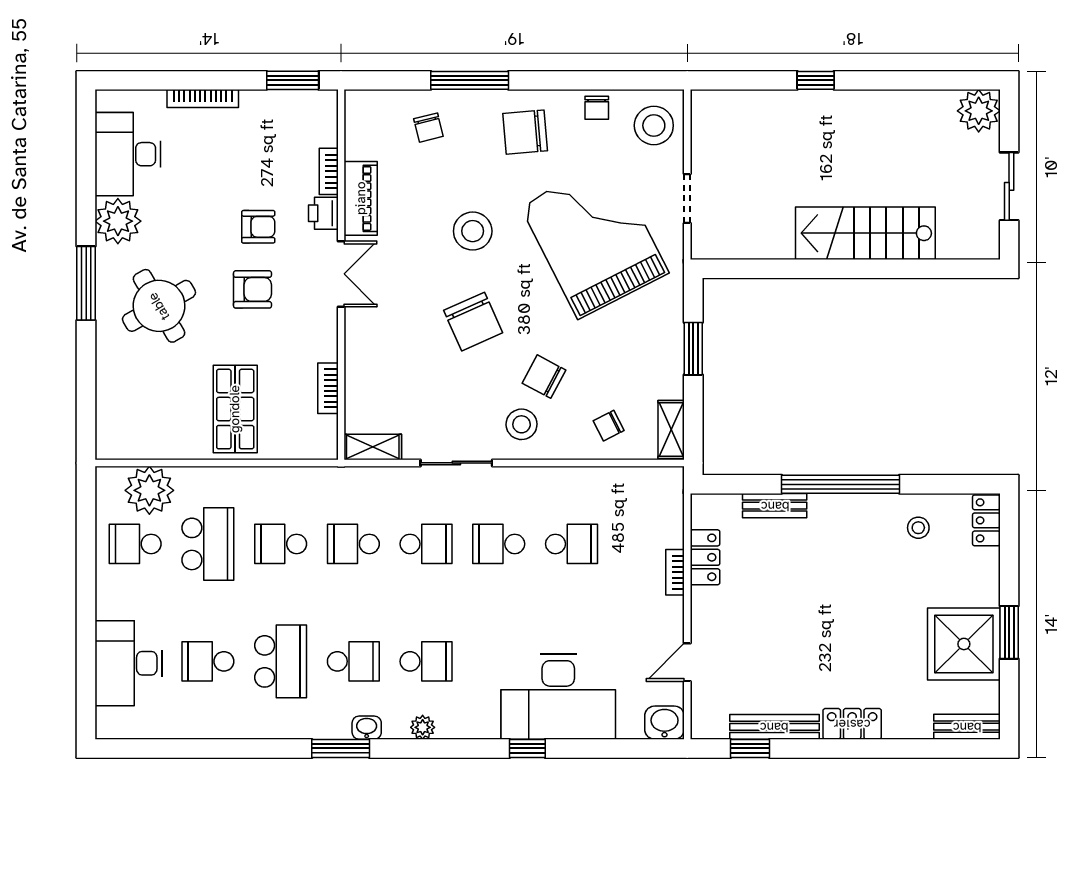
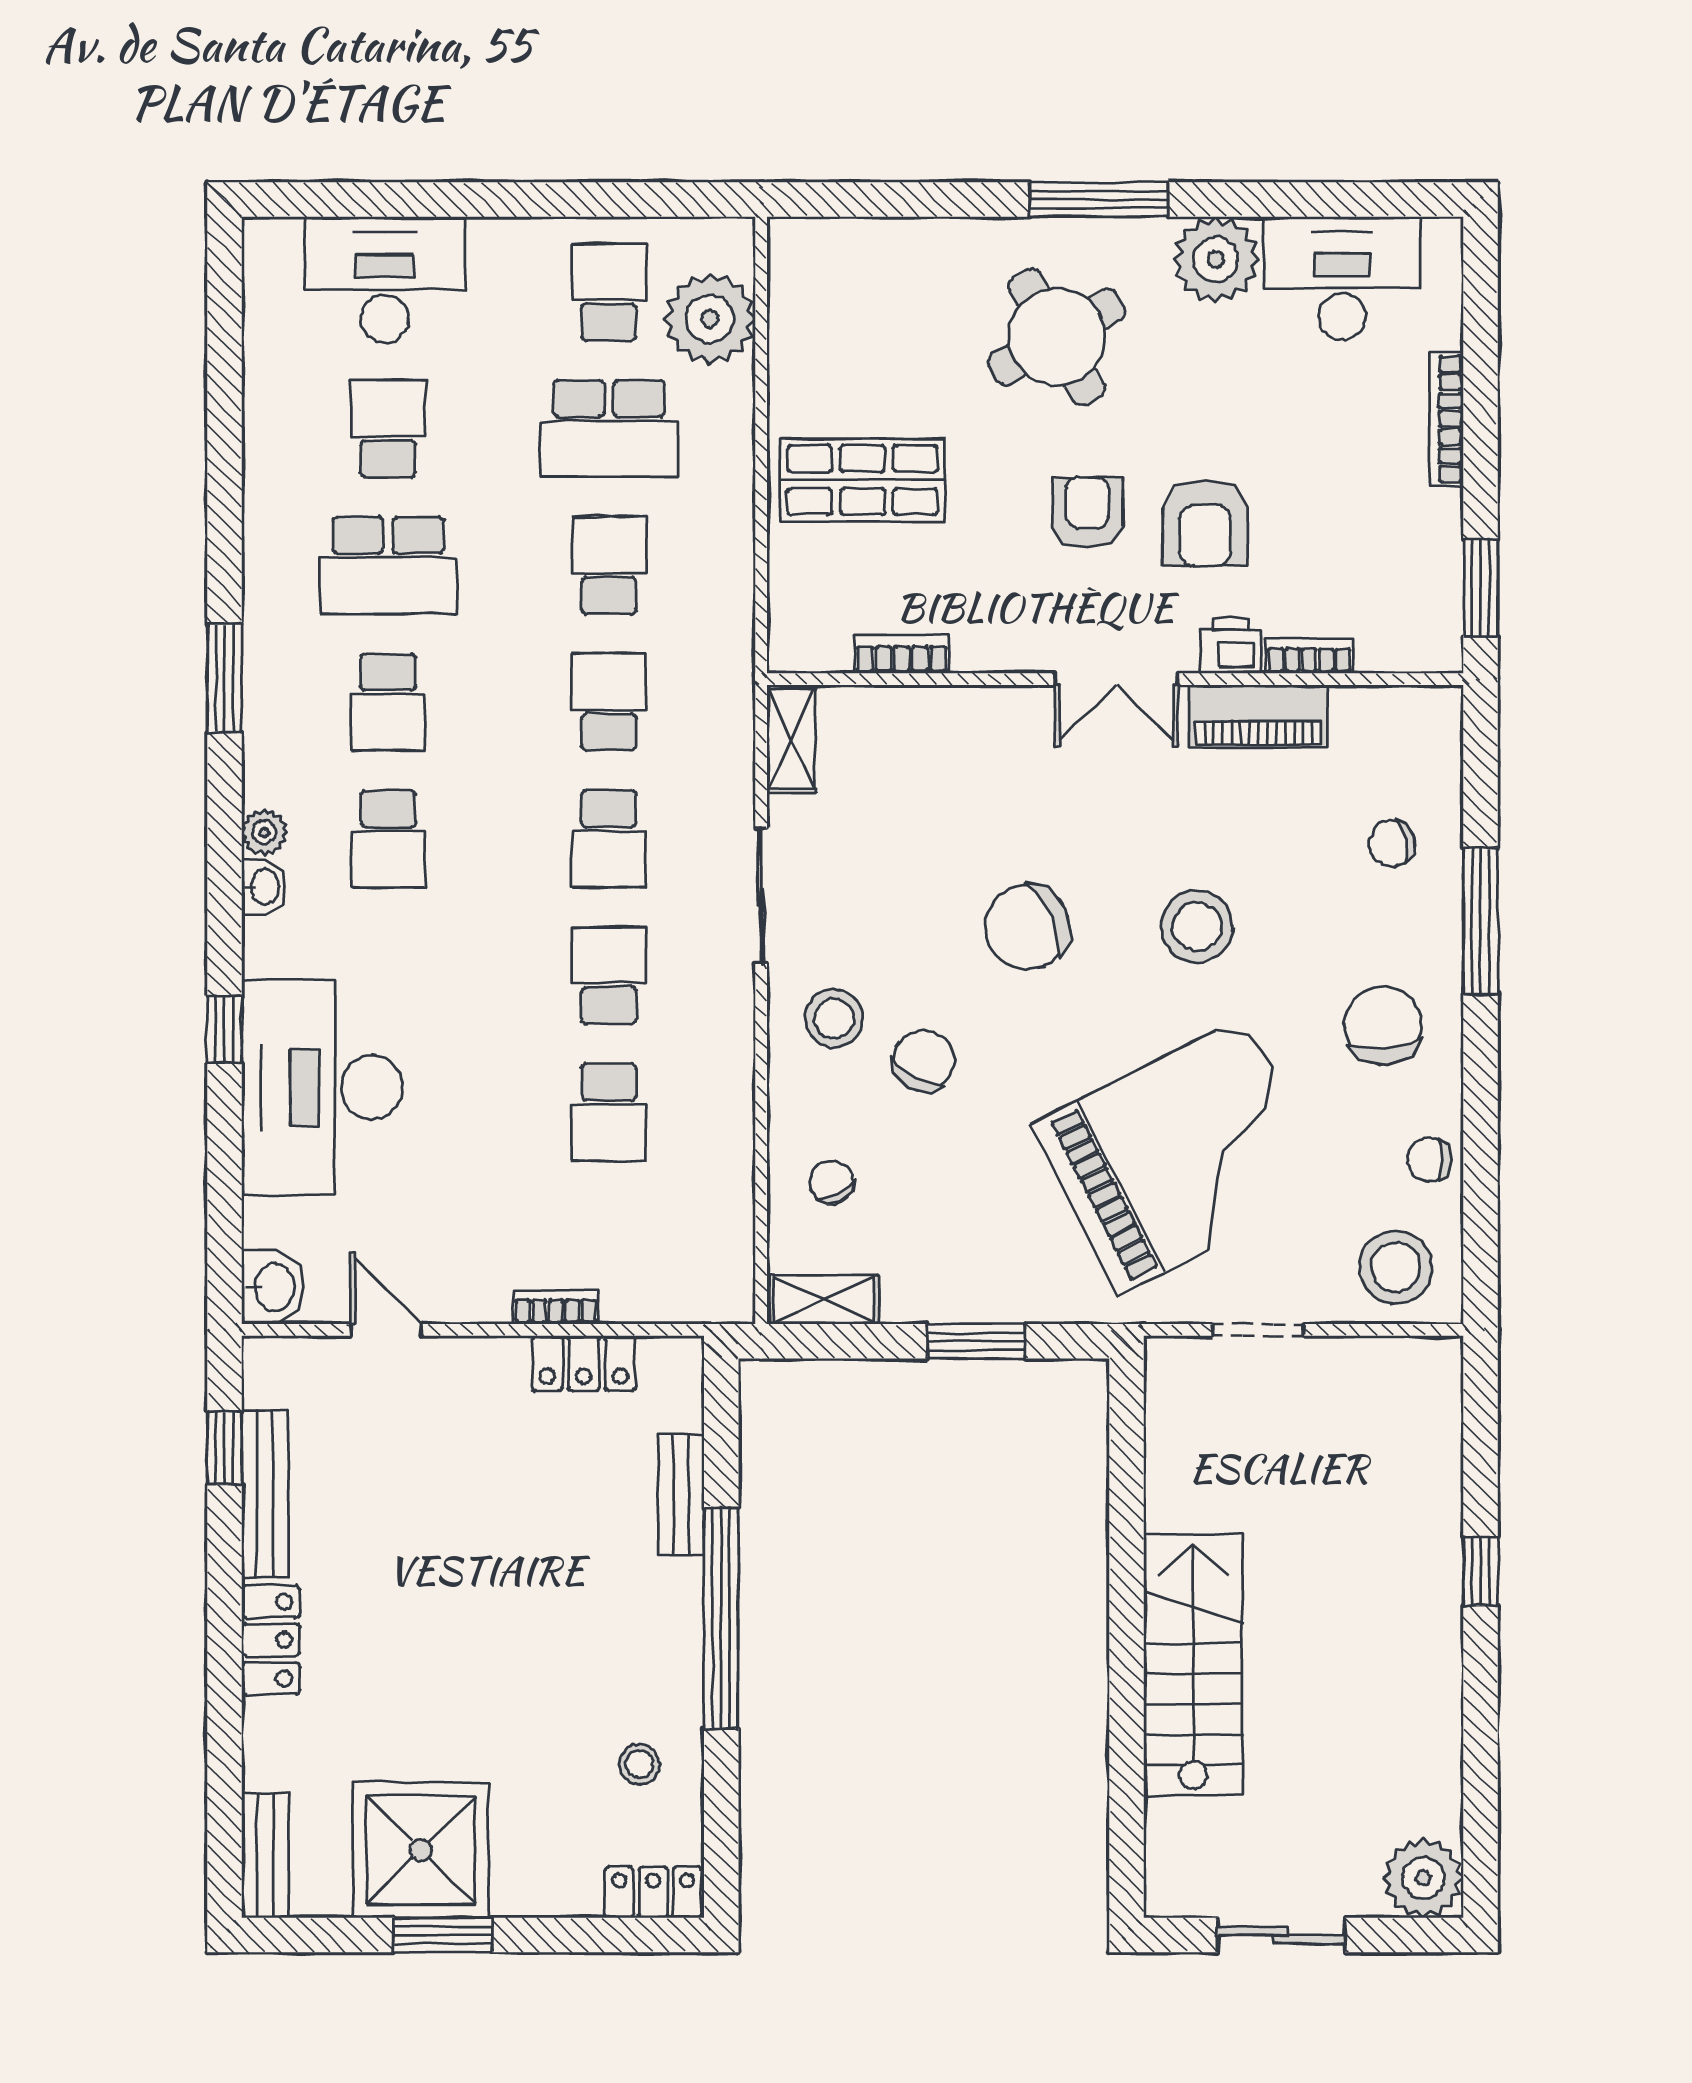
armchair: (258, 227) -> (1205, 523), width x1.38, depth x1.38
armchair: (252, 289) -> (1087, 513), turned 180
washbasin: (367, 728) -> (264, 887), moved

